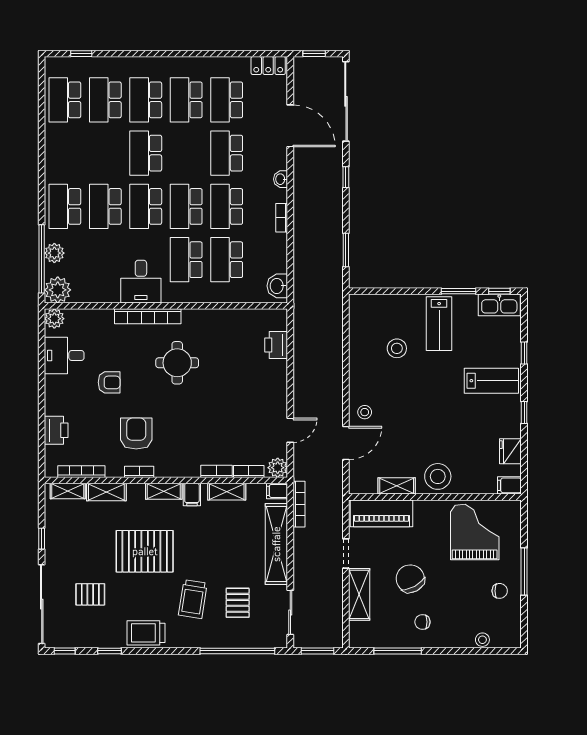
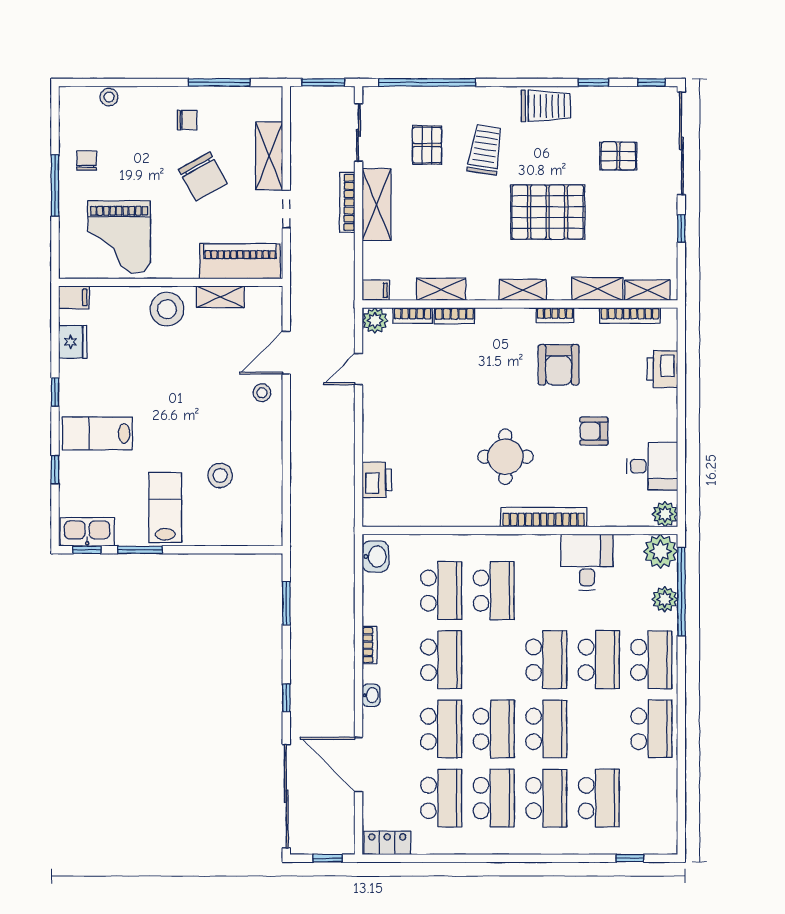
school desk: (65, 100) -> (651, 729), moved
school desk: (186, 206) -> (494, 729), moved
desk: (141, 282) -> (587, 562), moved
filing cabinet: (192, 494) -> (486, 286), removed
bookcase: (299, 504) -> (347, 202), moved
shelving: (276, 544) -> (377, 205), width x0.68
chair: (500, 591) -> (87, 160), turned 90

